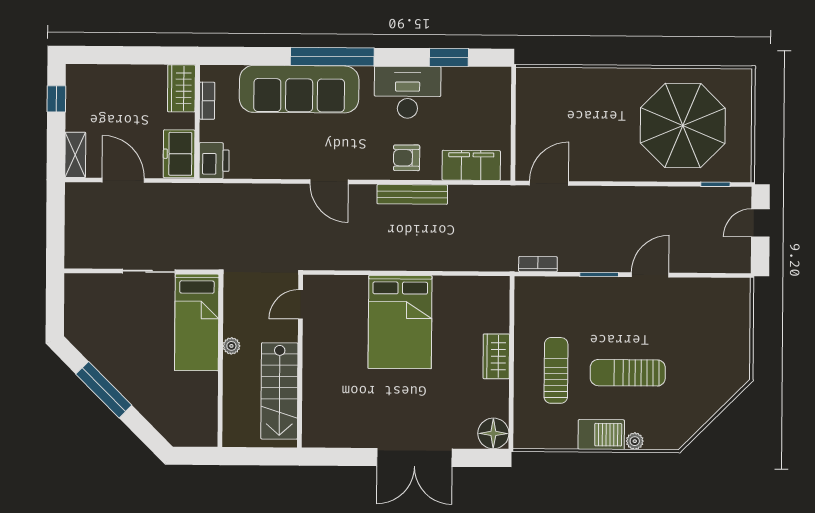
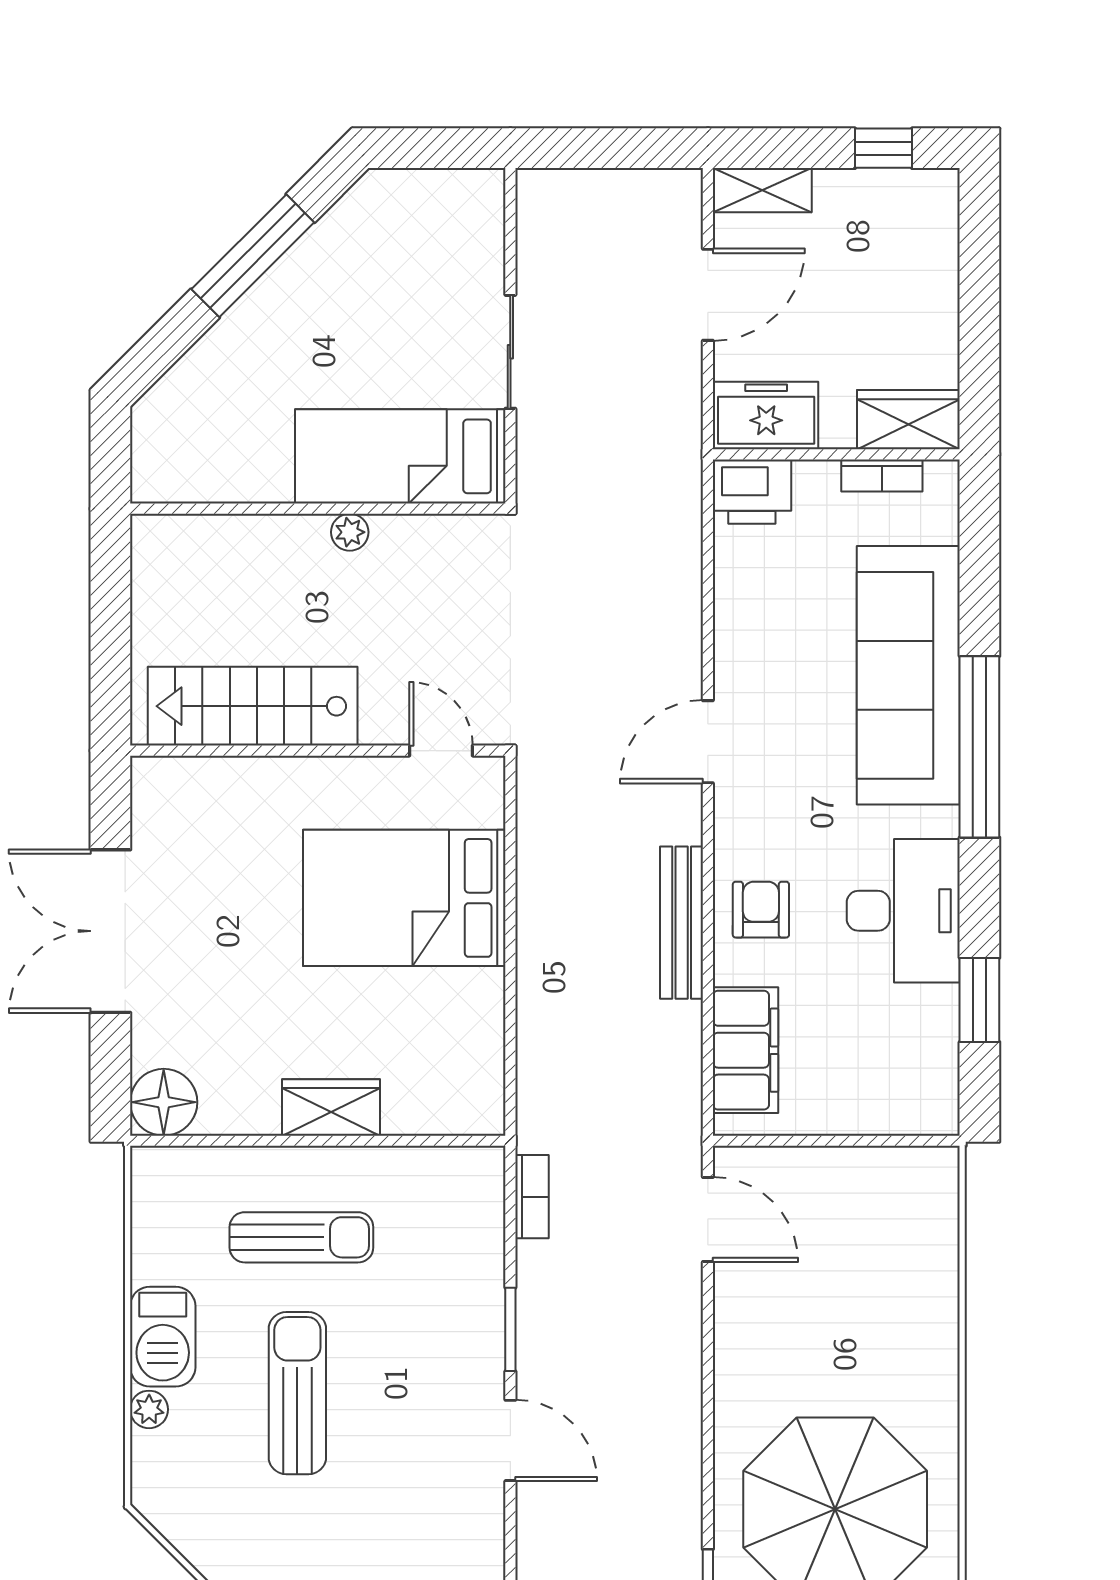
door: (300, 304) -> (441, 751), moved
wall: (300, 361) -> (318, 751), moved
stairs: (279, 391) -> (253, 706), moved

